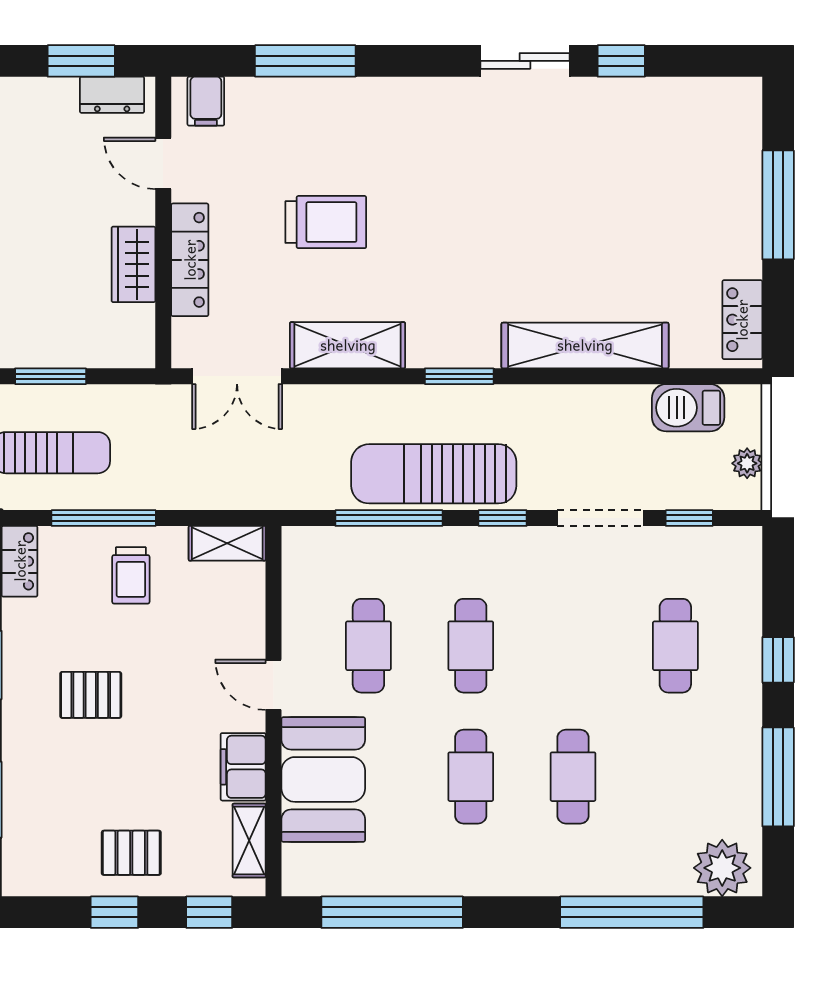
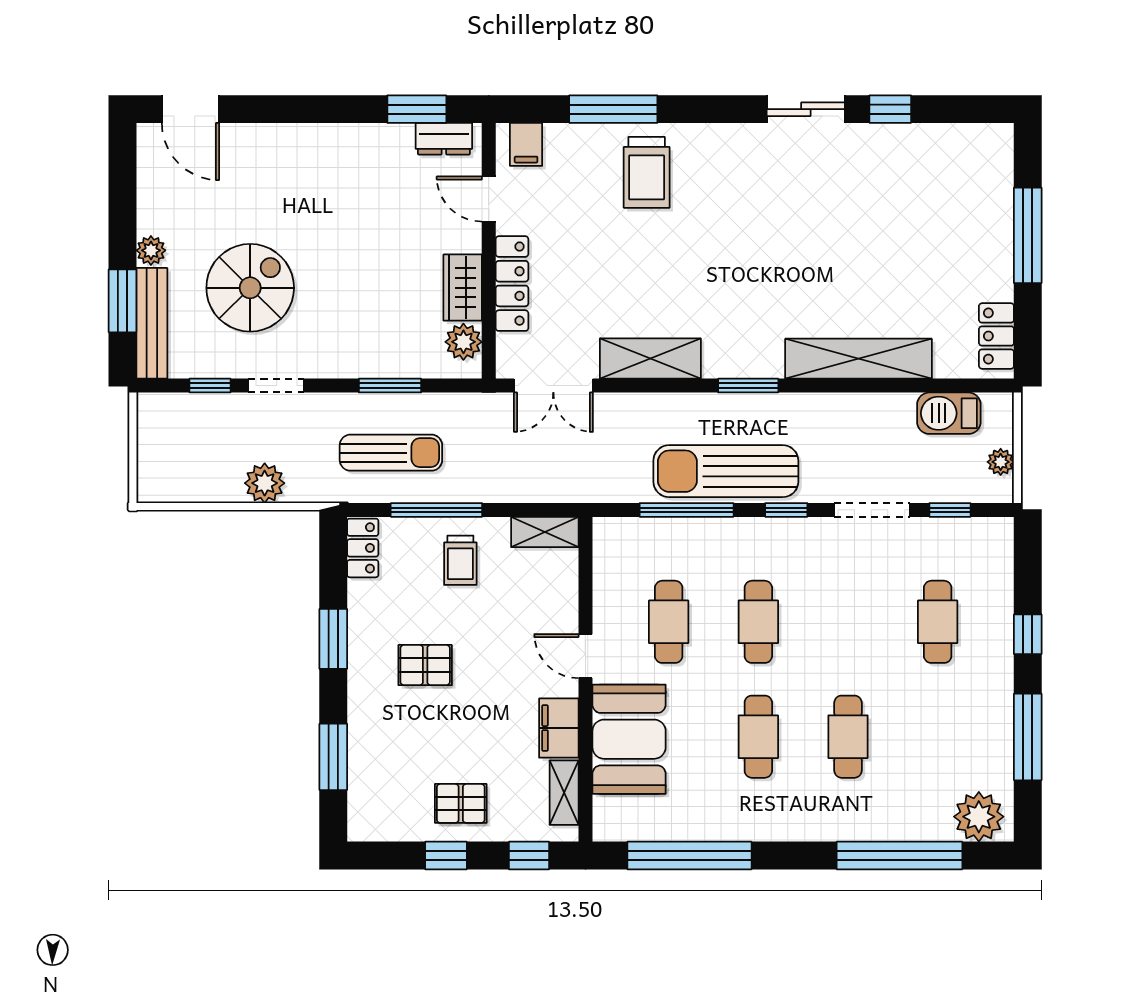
trolley: (326, 222) -> (647, 172), moved, turned 90
plant: (134, 326) -> (463, 342), added

